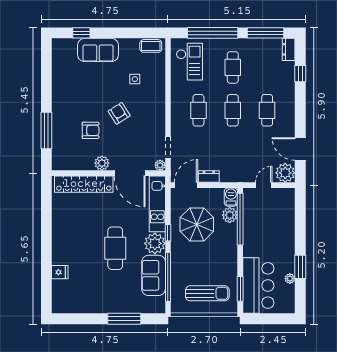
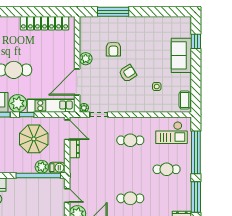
cafe table: (233, 110) -> (130, 169), removed
locker: (84, 184) -> (44, 23), moved, turned -90

